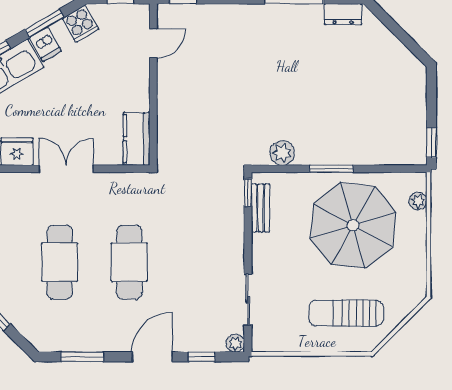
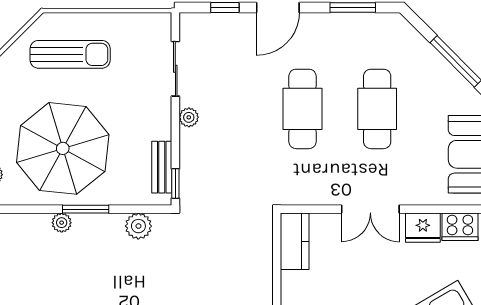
plant: (354, 156) -> (62, 223), added
plant: (235, 343) -> (189, 117), moved

